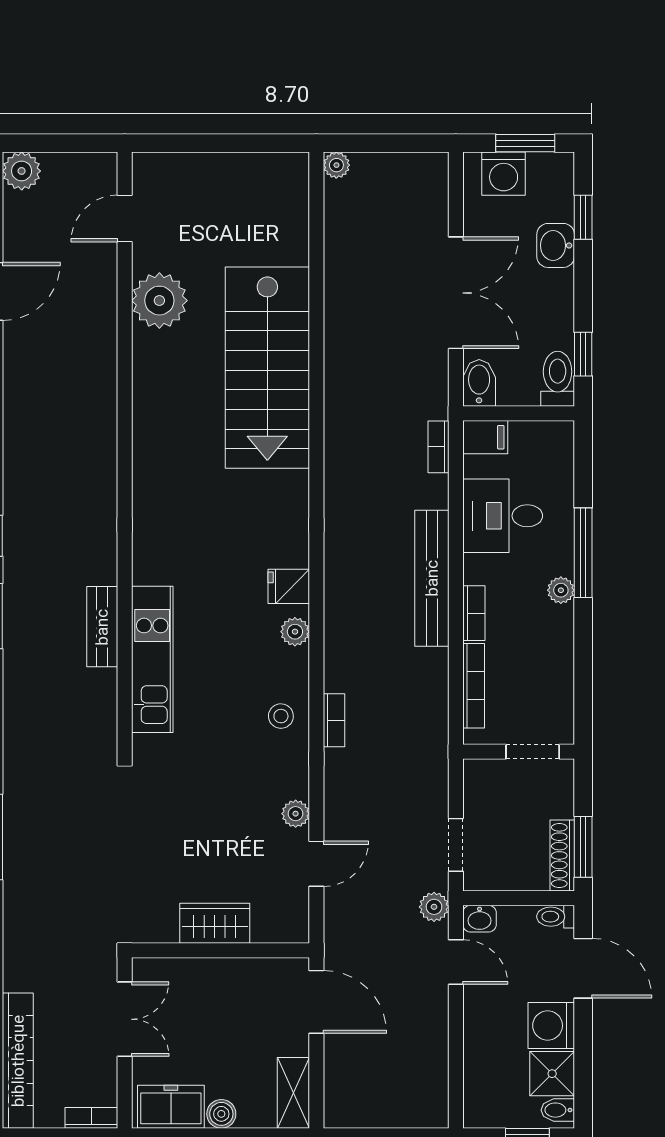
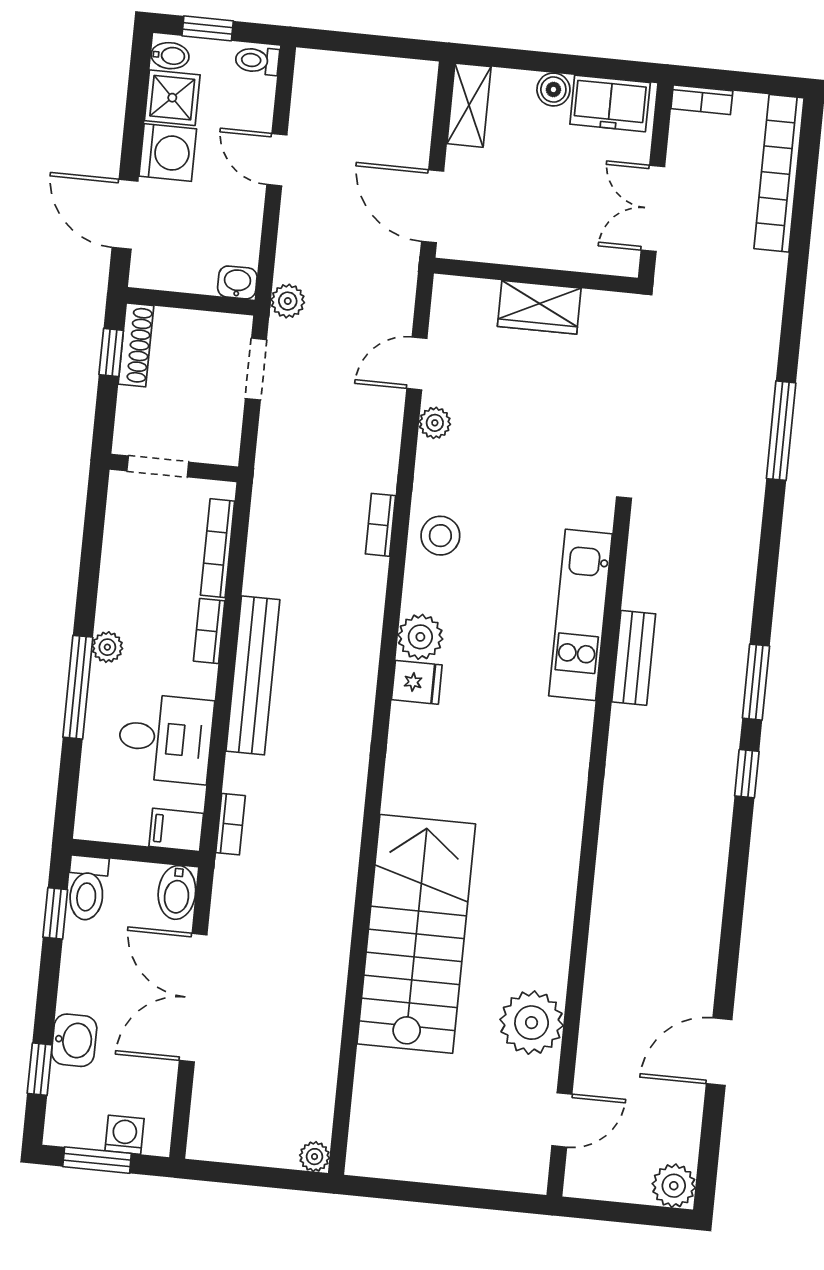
washing machine: (504, 174) -> (125, 1135), width x0.73, depth x0.73
plant: (295, 632) -> (420, 637), width x1.38, depth x1.38
stool: (281, 716) -> (440, 536), width x1.37, depth x1.37
window: (583, 847) -> (111, 352), width x0.67
toilet: (556, 917) -> (257, 61), moved, turned 180
door: (456, 962) -> (277, 160), moved

